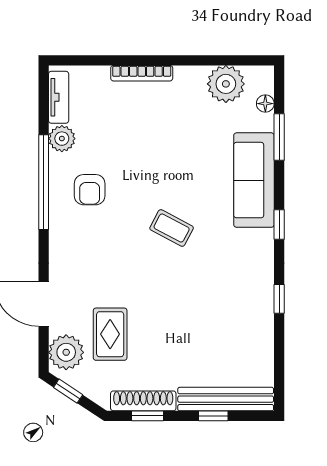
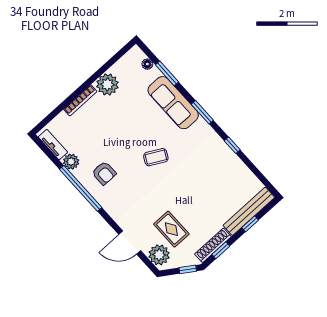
plant: (226, 84) -> (107, 84), moved
window: (279, 225) -> (202, 112), width x1.50
window: (68, 391) -> (188, 269), moved

